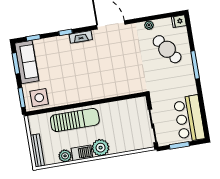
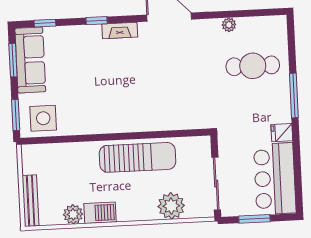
fridge: (179, 21) -> (282, 133), moved
cafe table: (167, 49) -> (253, 66), turned -54
sun lounger: (75, 120) -> (137, 157), moved
plant: (101, 148) -> (171, 206), moved

